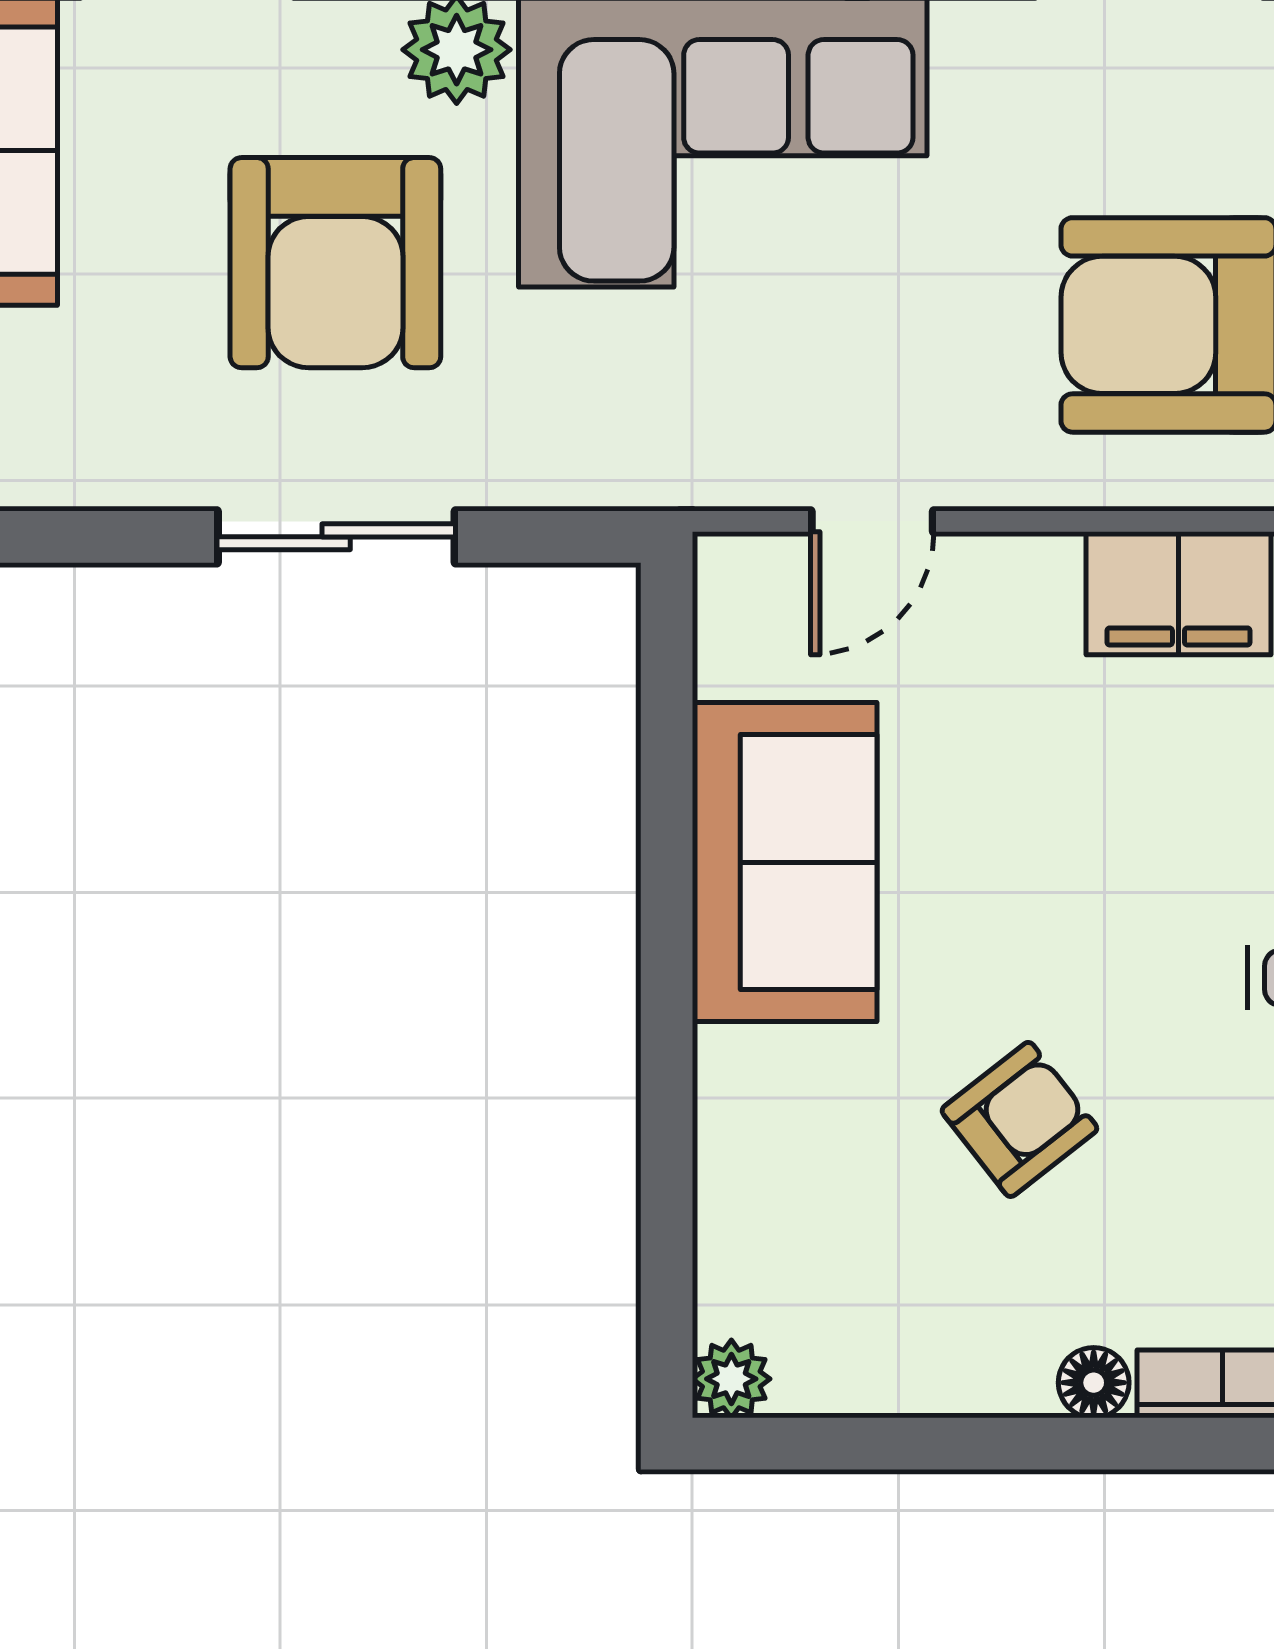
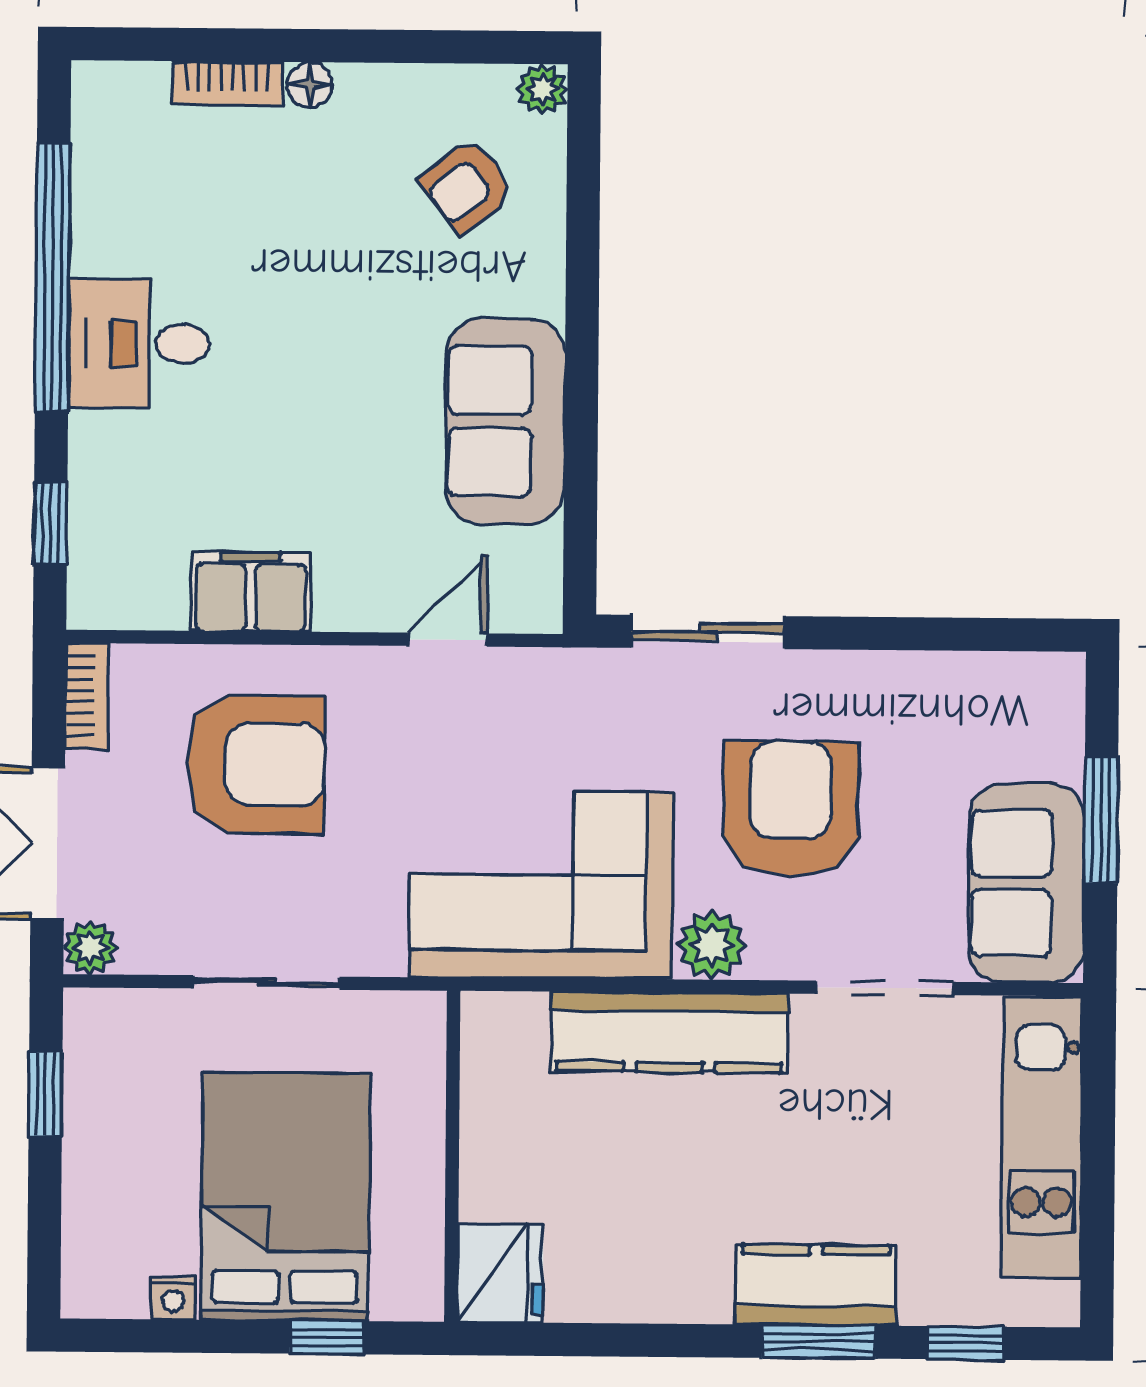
sliding door: (336, 537) -> (708, 632), moved
armchair: (1019, 1119) -> (467, 186), moved

